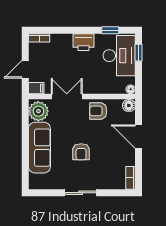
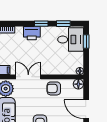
window: (83, 30) -> (41, 24), added
printer: (84, 42) -> (32, 33), moved
desk: (119, 56) -> (71, 39), width x0.73

